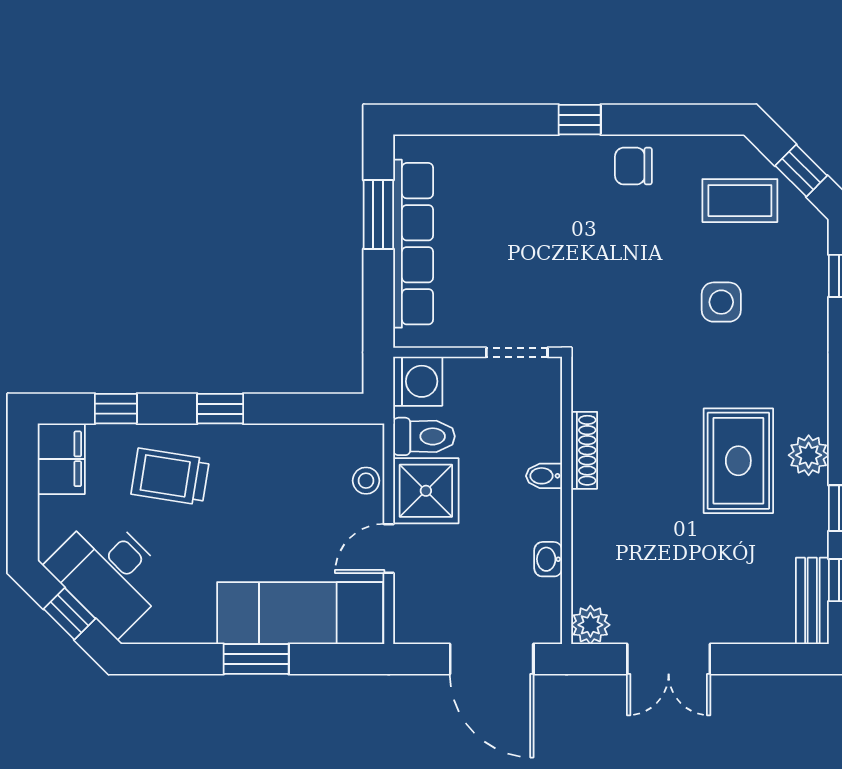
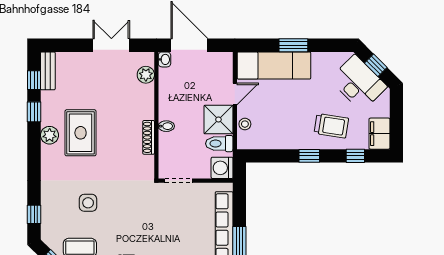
washbasin: (548, 559) -> (164, 59), moved
plant: (590, 625) -> (146, 75), moved

